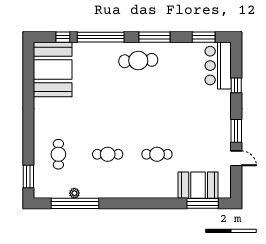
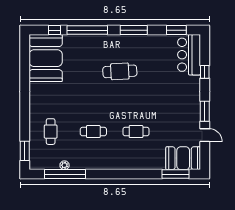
cafe table: (138, 61) -> (120, 71), moved
booth: (198, 185) -> (183, 158), moved

